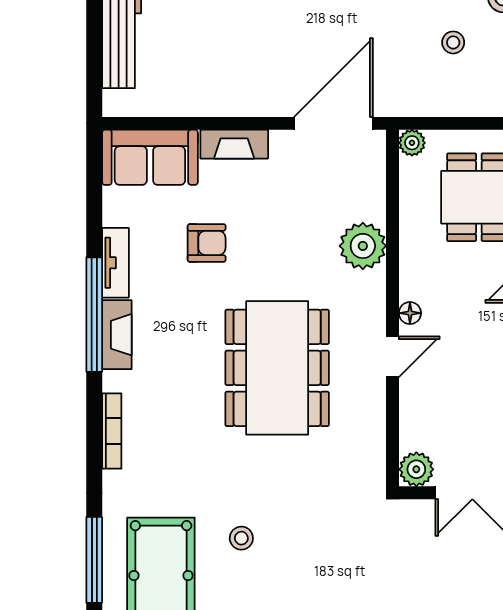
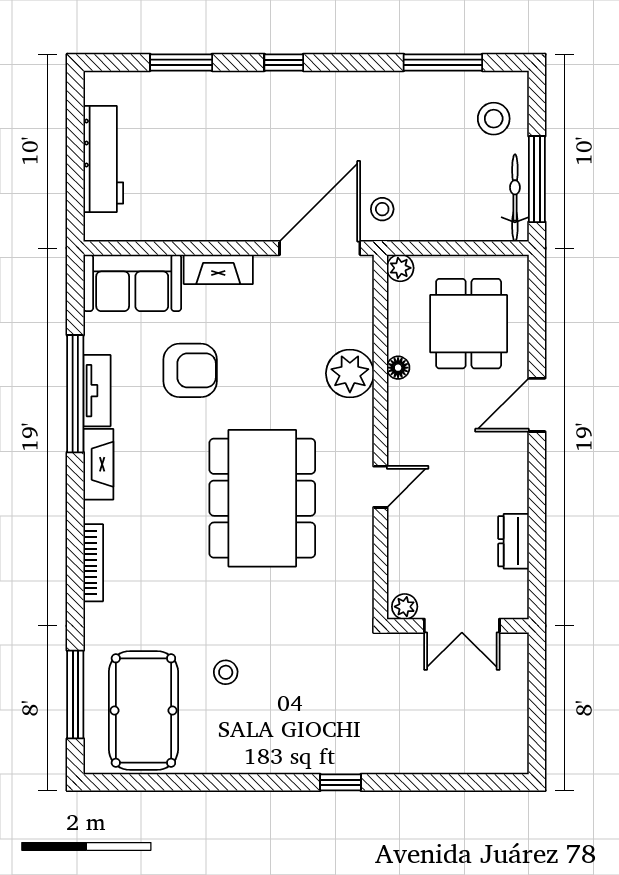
stool: (453, 42) -> (382, 209), moved
armchair: (207, 243) -> (190, 370), width x1.38, depth x1.38
floor lamp: (410, 313) -> (398, 368), moved
window: (94, 315) -> (75, 394), moved
plant: (416, 469) -> (405, 607), width x0.73, depth x0.73

